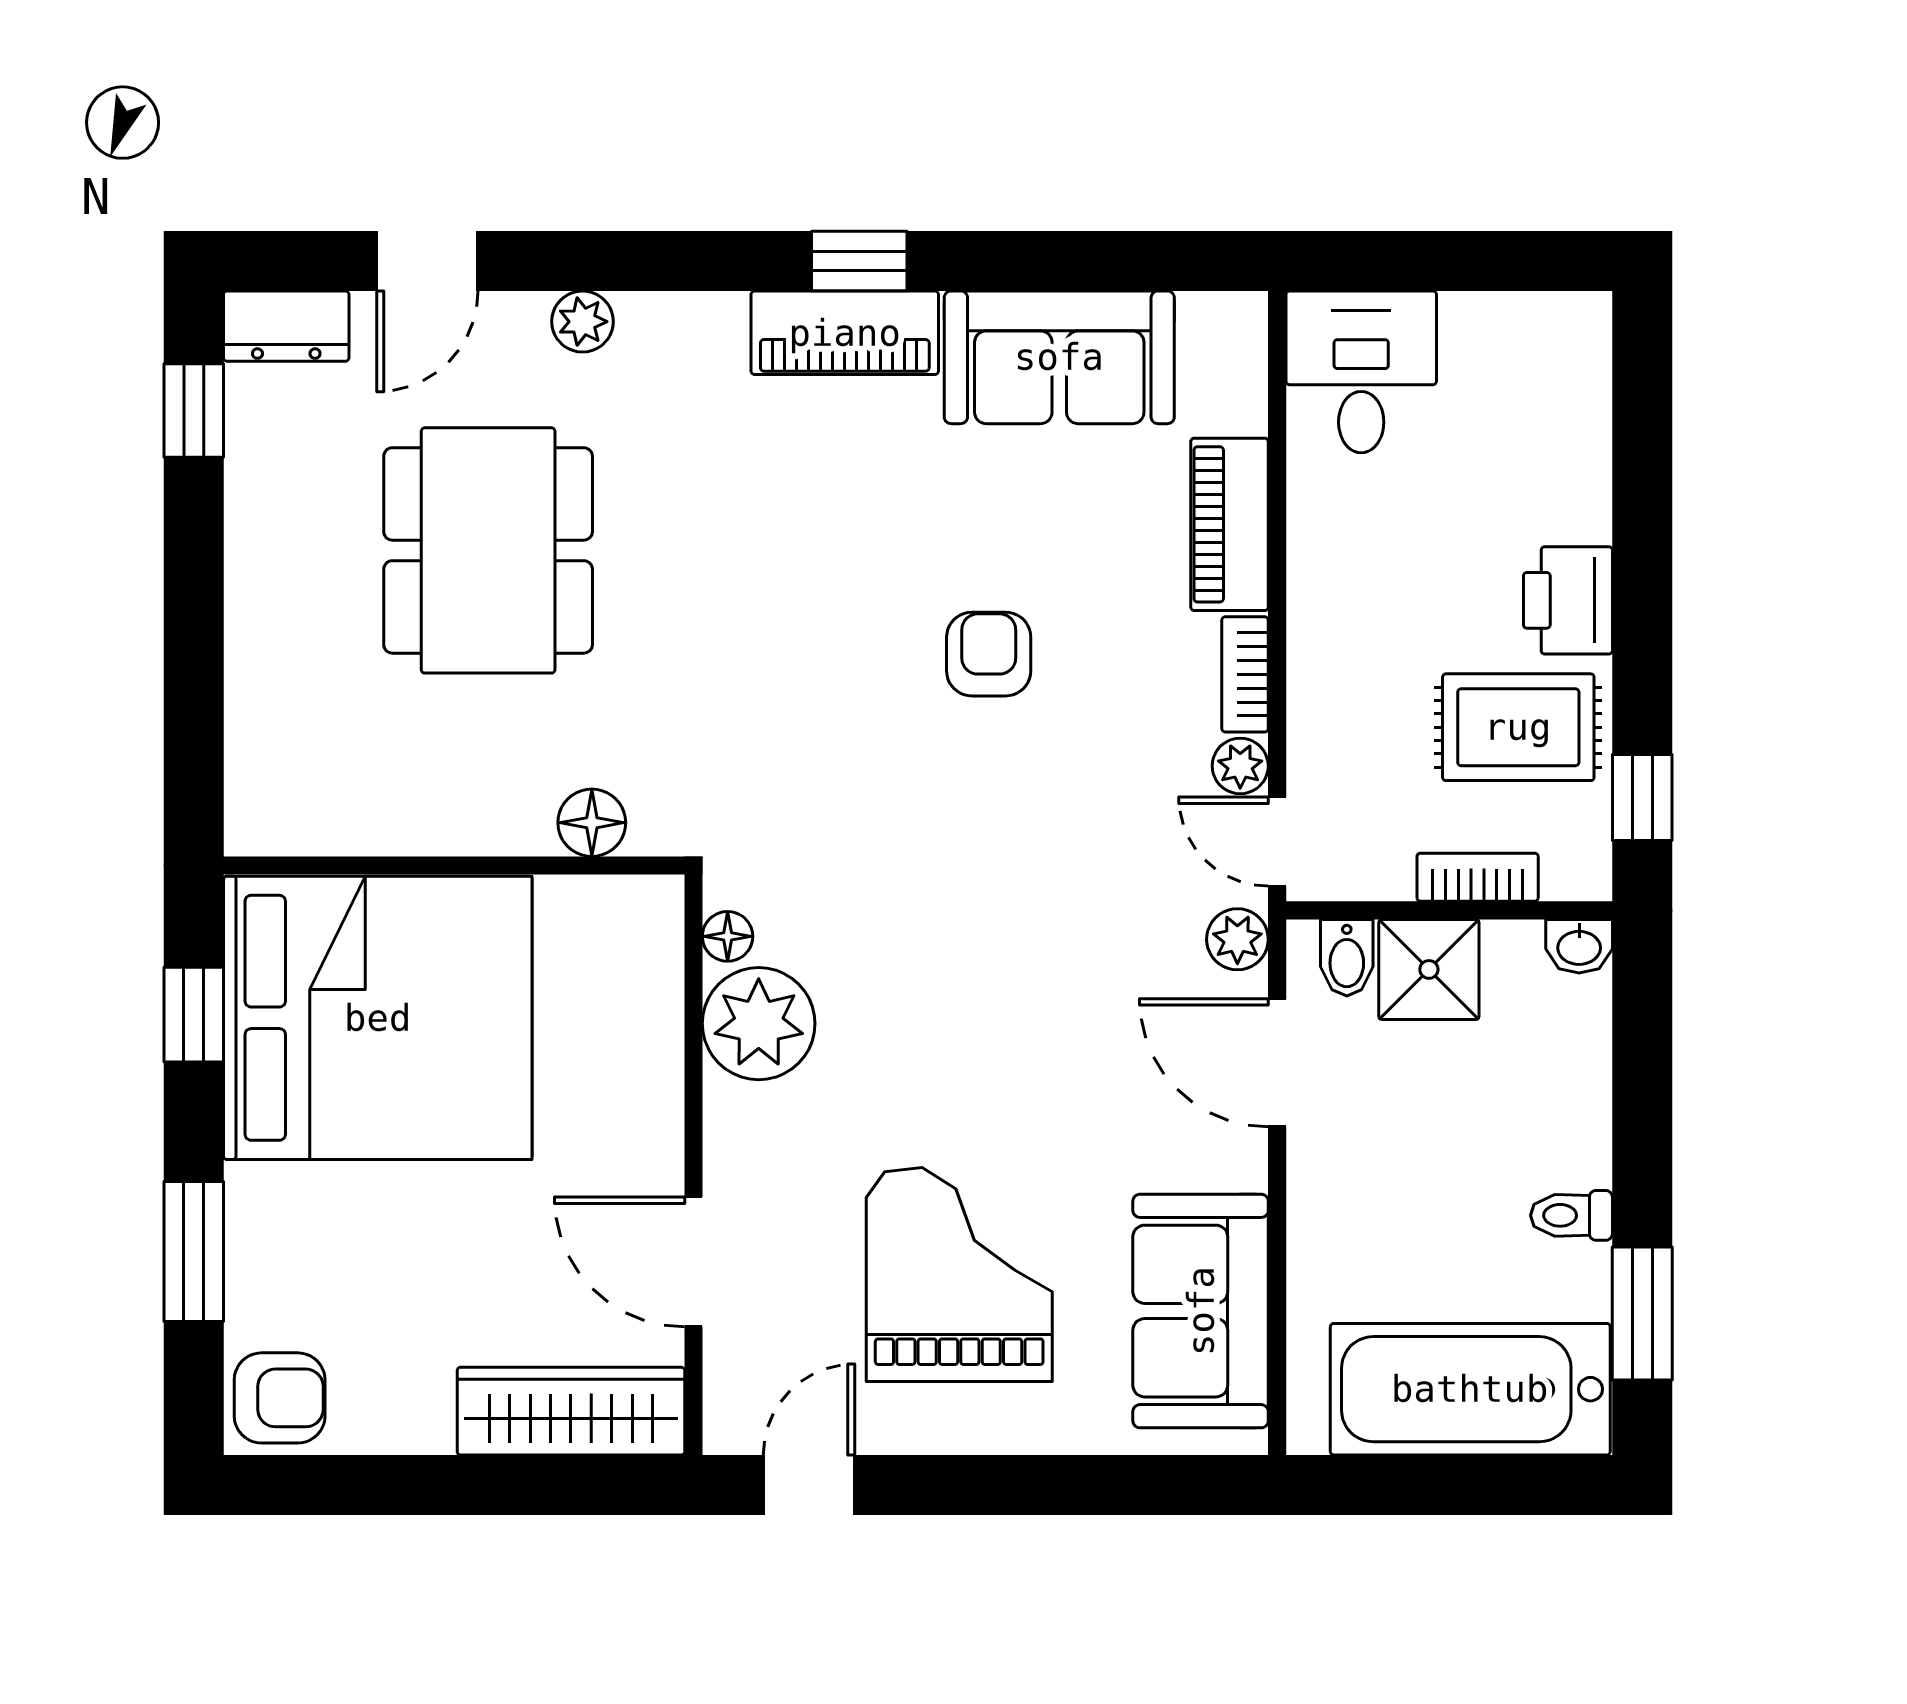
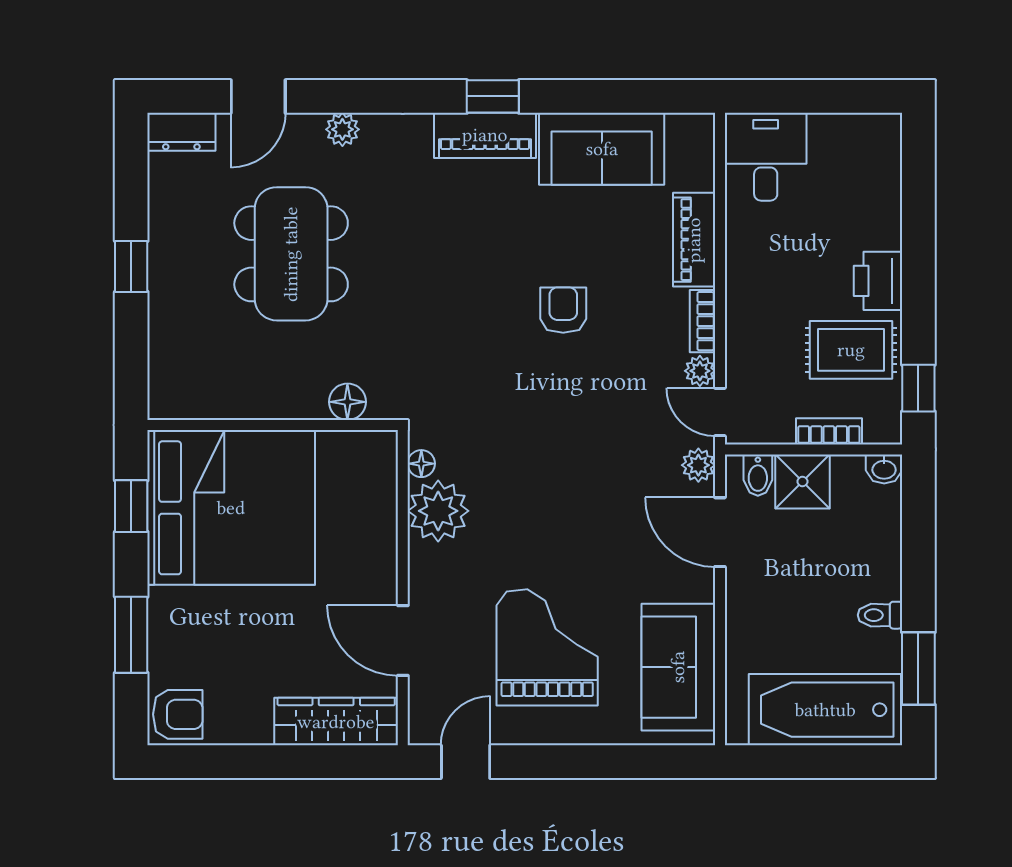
window: (194, 410) -> (131, 266), moved

